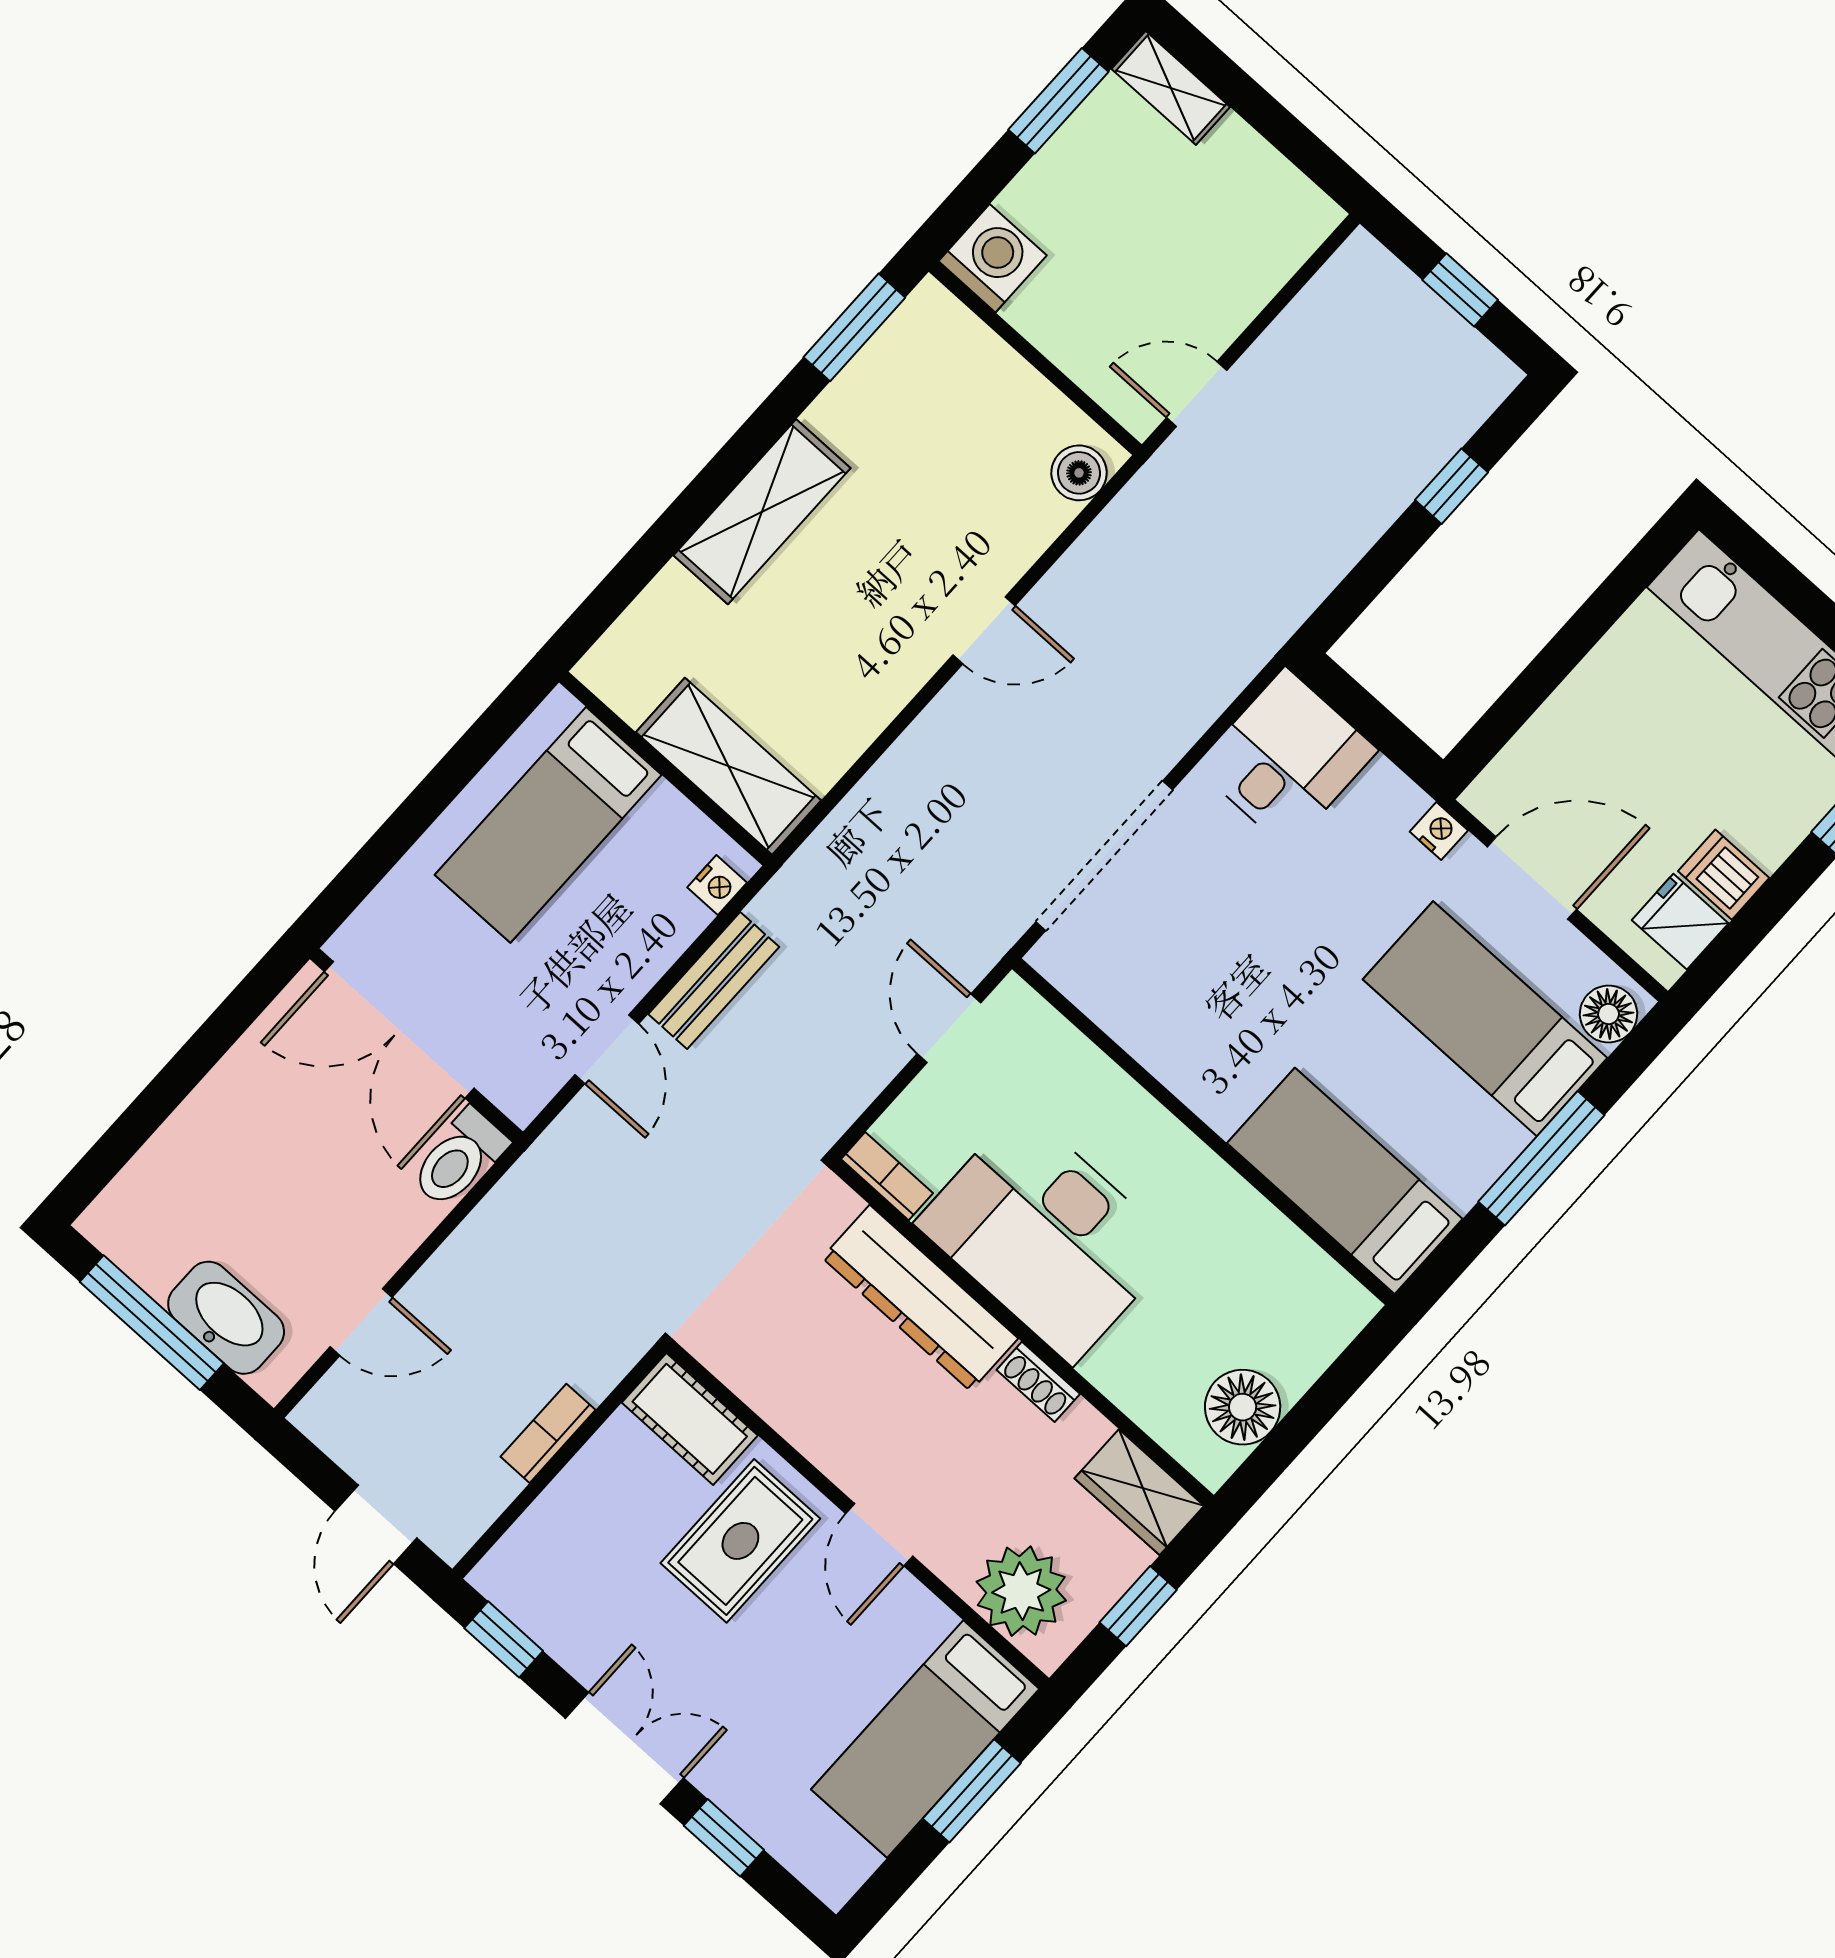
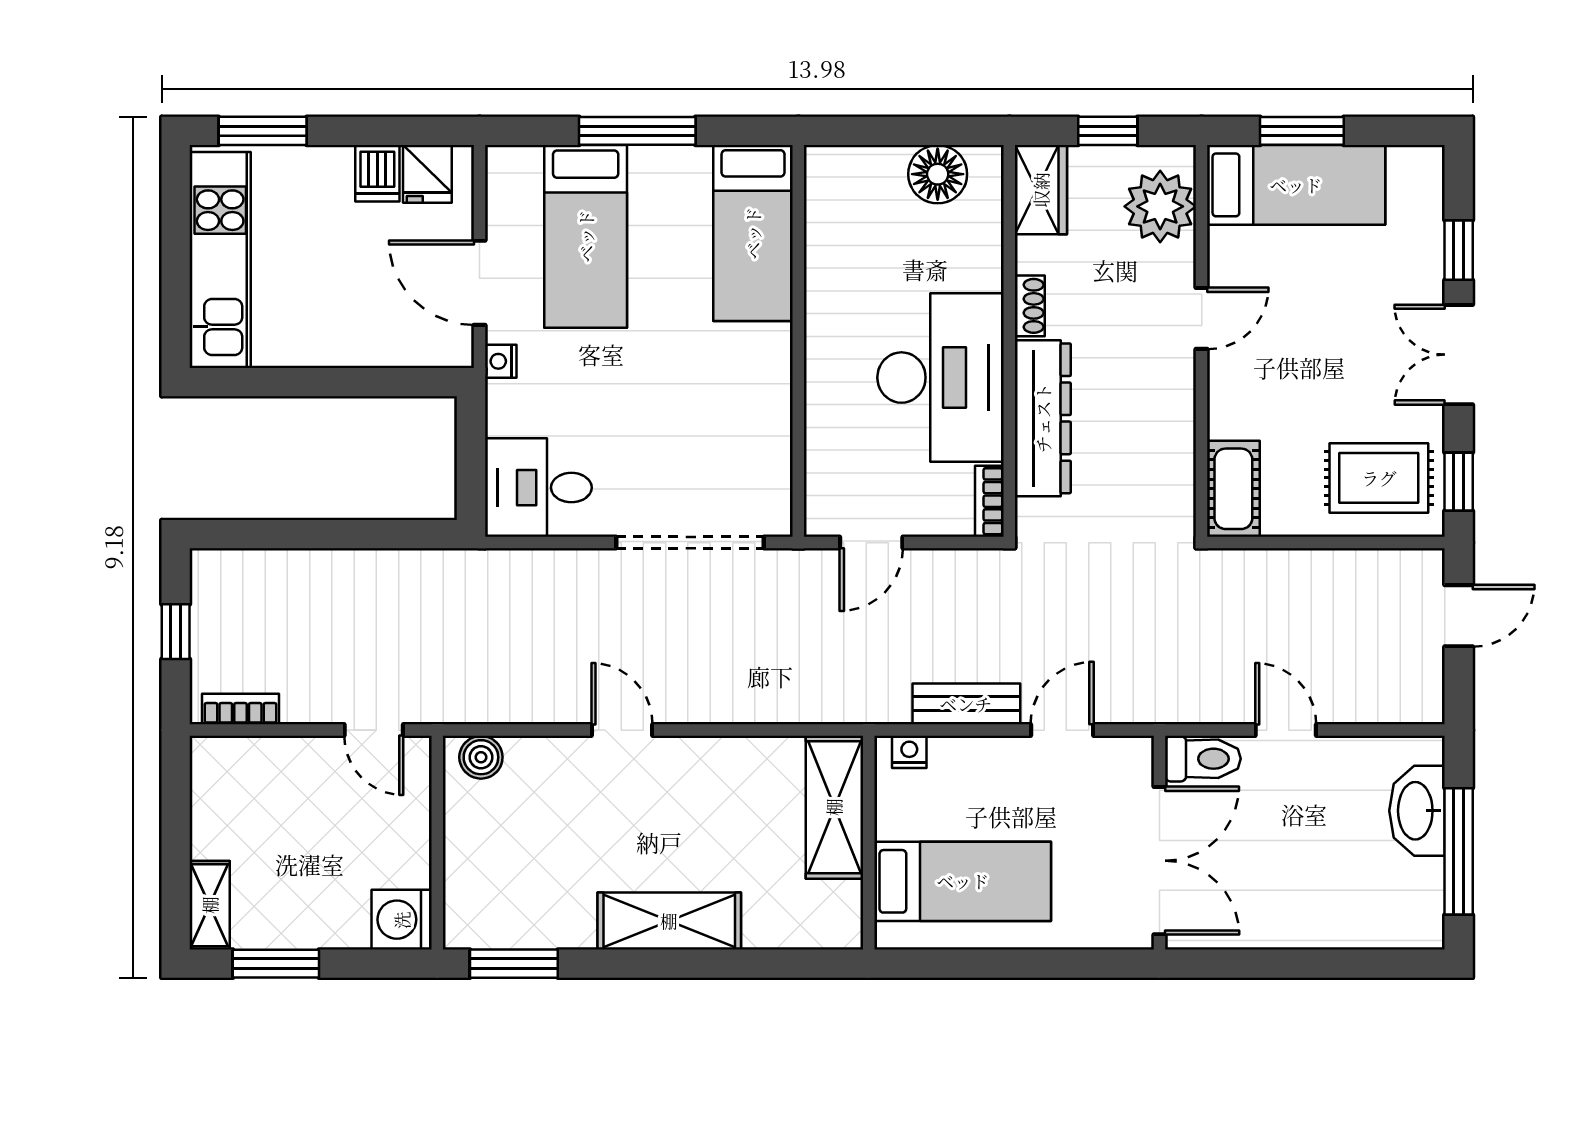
window: (1452, 486) -> (294, 534), removed
floor lamp: (1609, 1014) -> (518, 167), removed
door: (361, 1322) -> (1286, 730), moved
bookcase: (548, 1433) -> (240, 709), moved, turned 180
rug: (740, 1541) -> (1379, 478), moved

